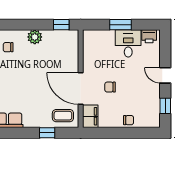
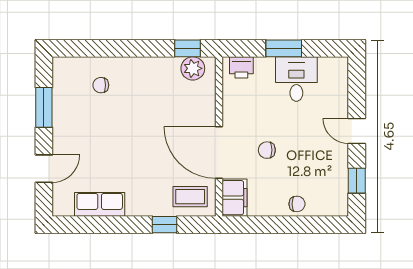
printer: (149, 36) -> (241, 67), moved
plant: (35, 37) -> (193, 68), moved

